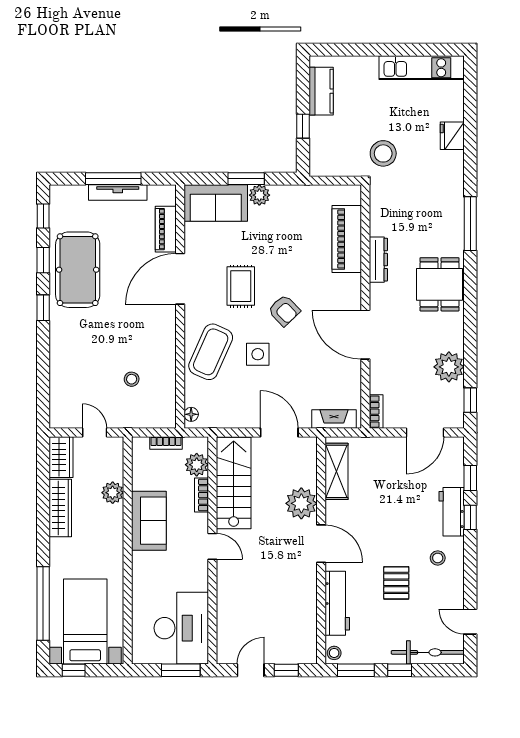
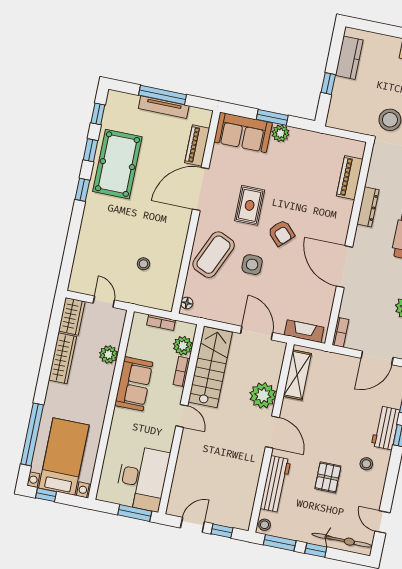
piano: (347, 239) -> (350, 178), width x0.73, depth x0.75

